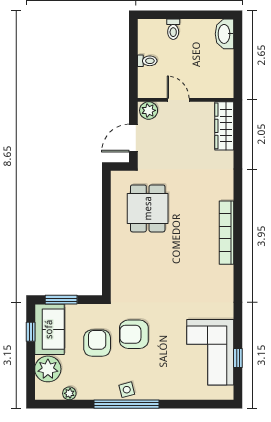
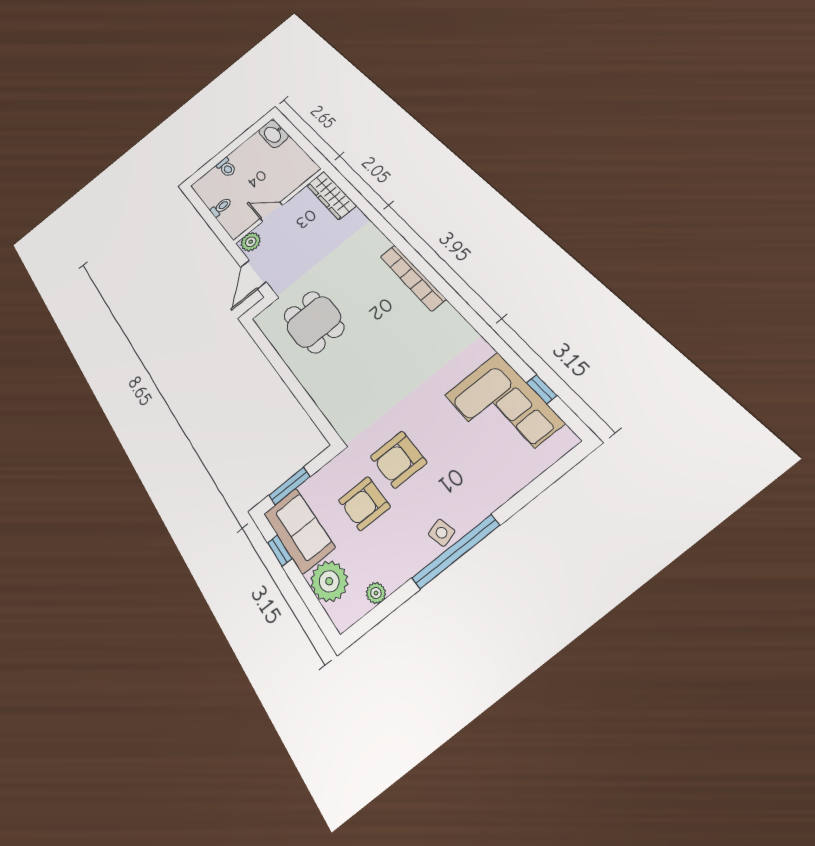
armchair: (97, 343) -> (364, 503), turned -90

